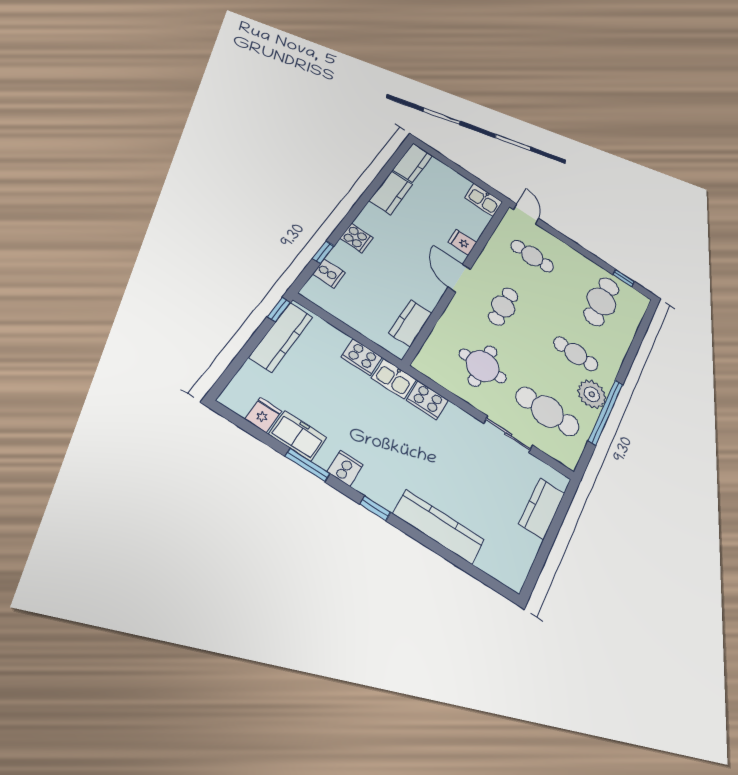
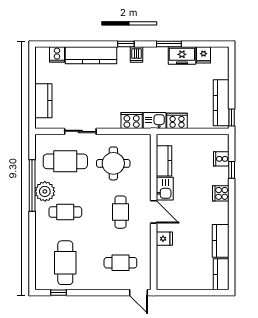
kitchen sink: (484, 200) -> (165, 189), moved, turned 90
cooker: (345, 468) -> (57, 54), moved
dishwasher: (368, 483) -> (136, 55), added

